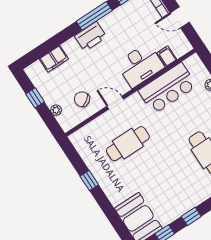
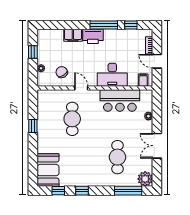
filing cabinet: (167, 56) -> (143, 80), moved
filing cabinet: (54, 59) -> (73, 35), moved
cafe table: (128, 144) -> (72, 119), turned 90

